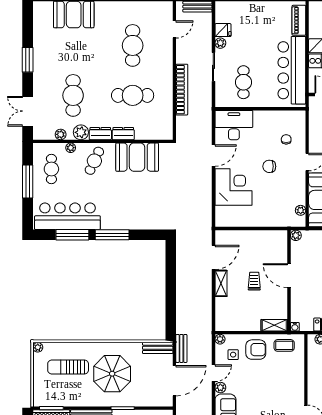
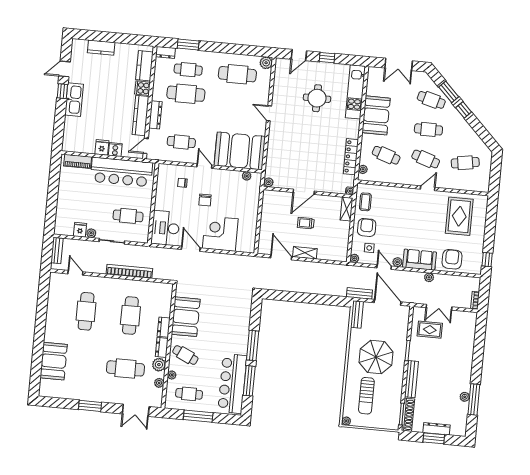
cafe table: (133, 45) -> (86, 311), turned 90

